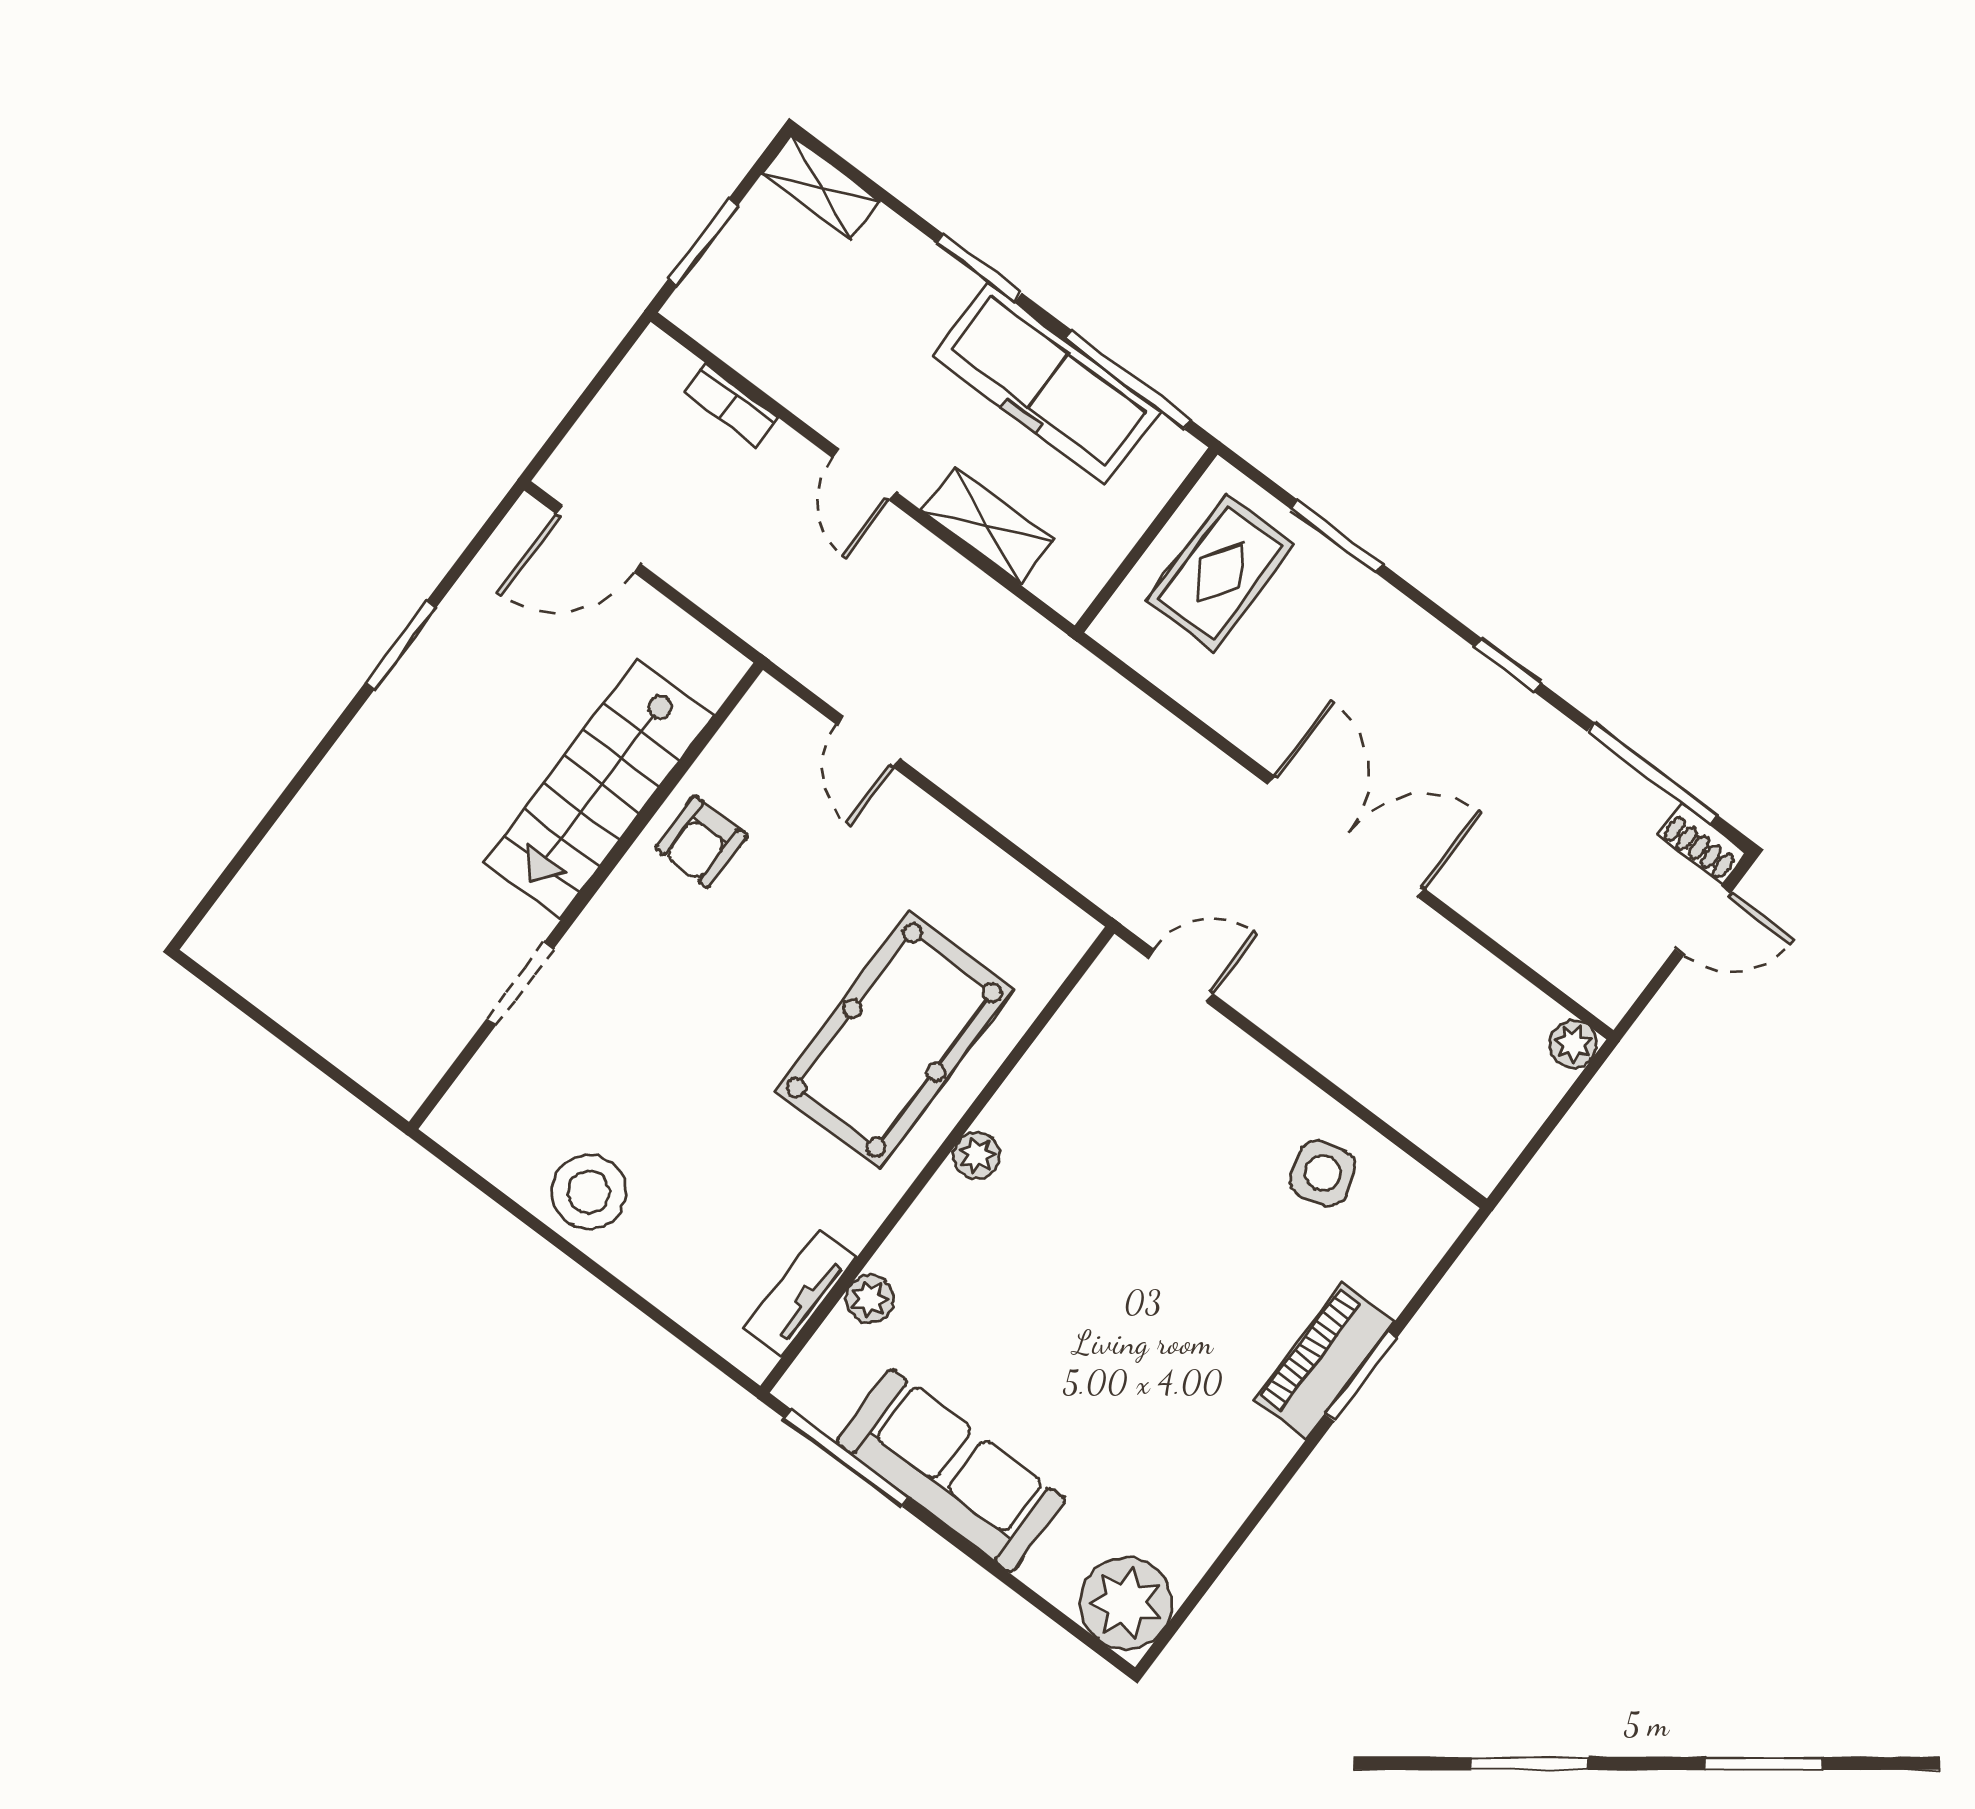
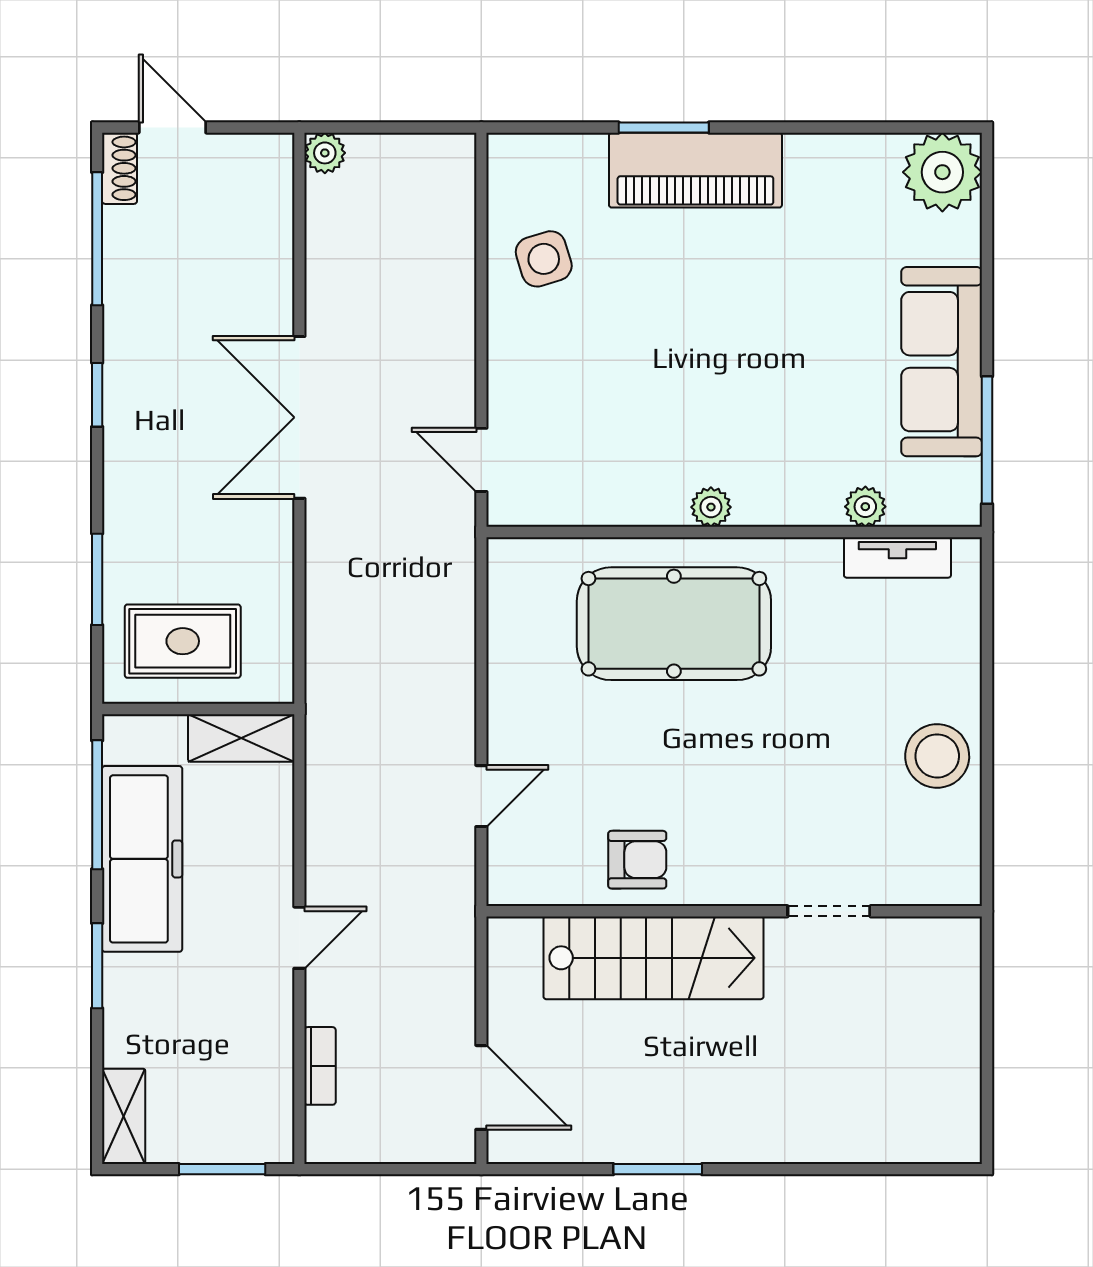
shelving: (988, 526) -> (241, 738), moved, turned 90
piano: (1324, 1361) -> (695, 170), width x1.37, depth x1.33

